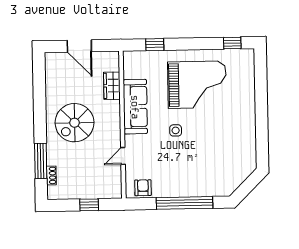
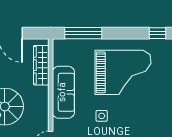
window: (155, 45) -> (83, 33), width x2.17
wardrobe: (112, 86) -> (41, 65), width x1.50

